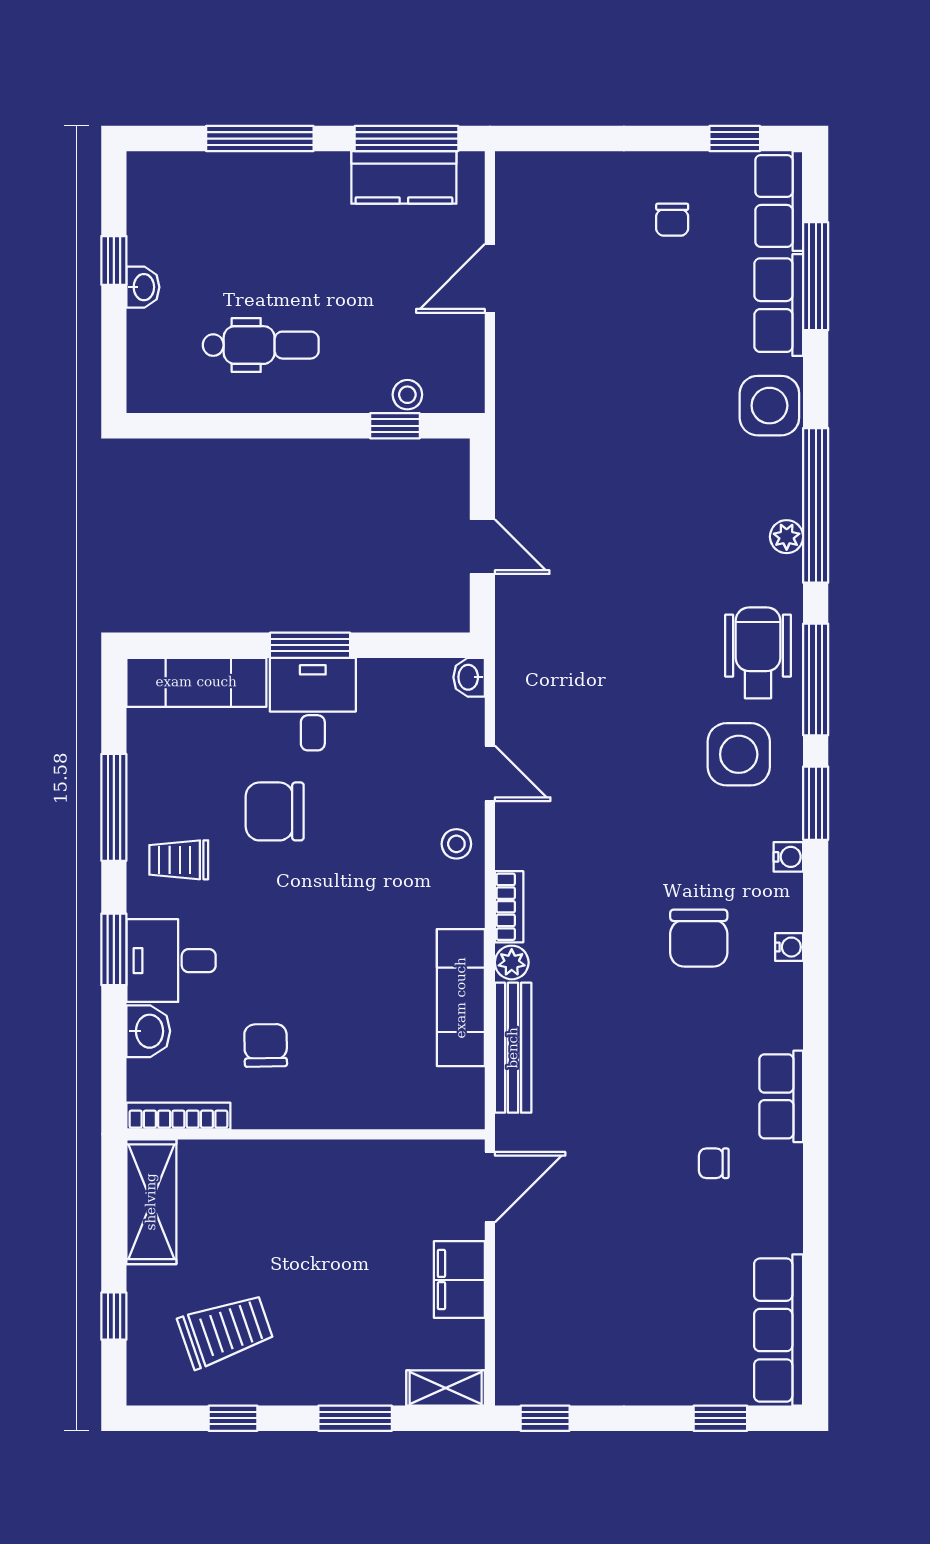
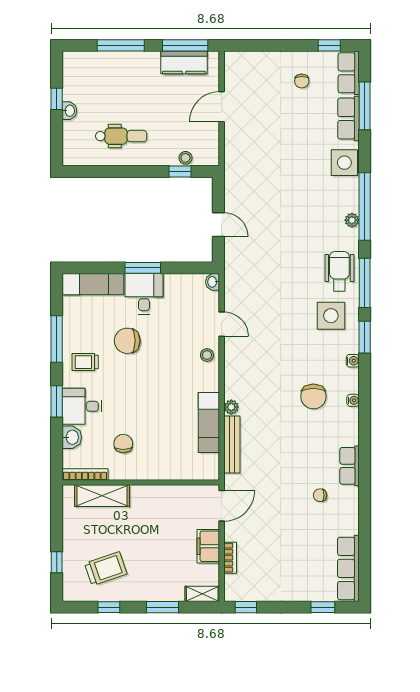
bookcase: (509, 907) -> (230, 558), moved
shelving: (151, 1202) -> (102, 496), moved, turned 90

